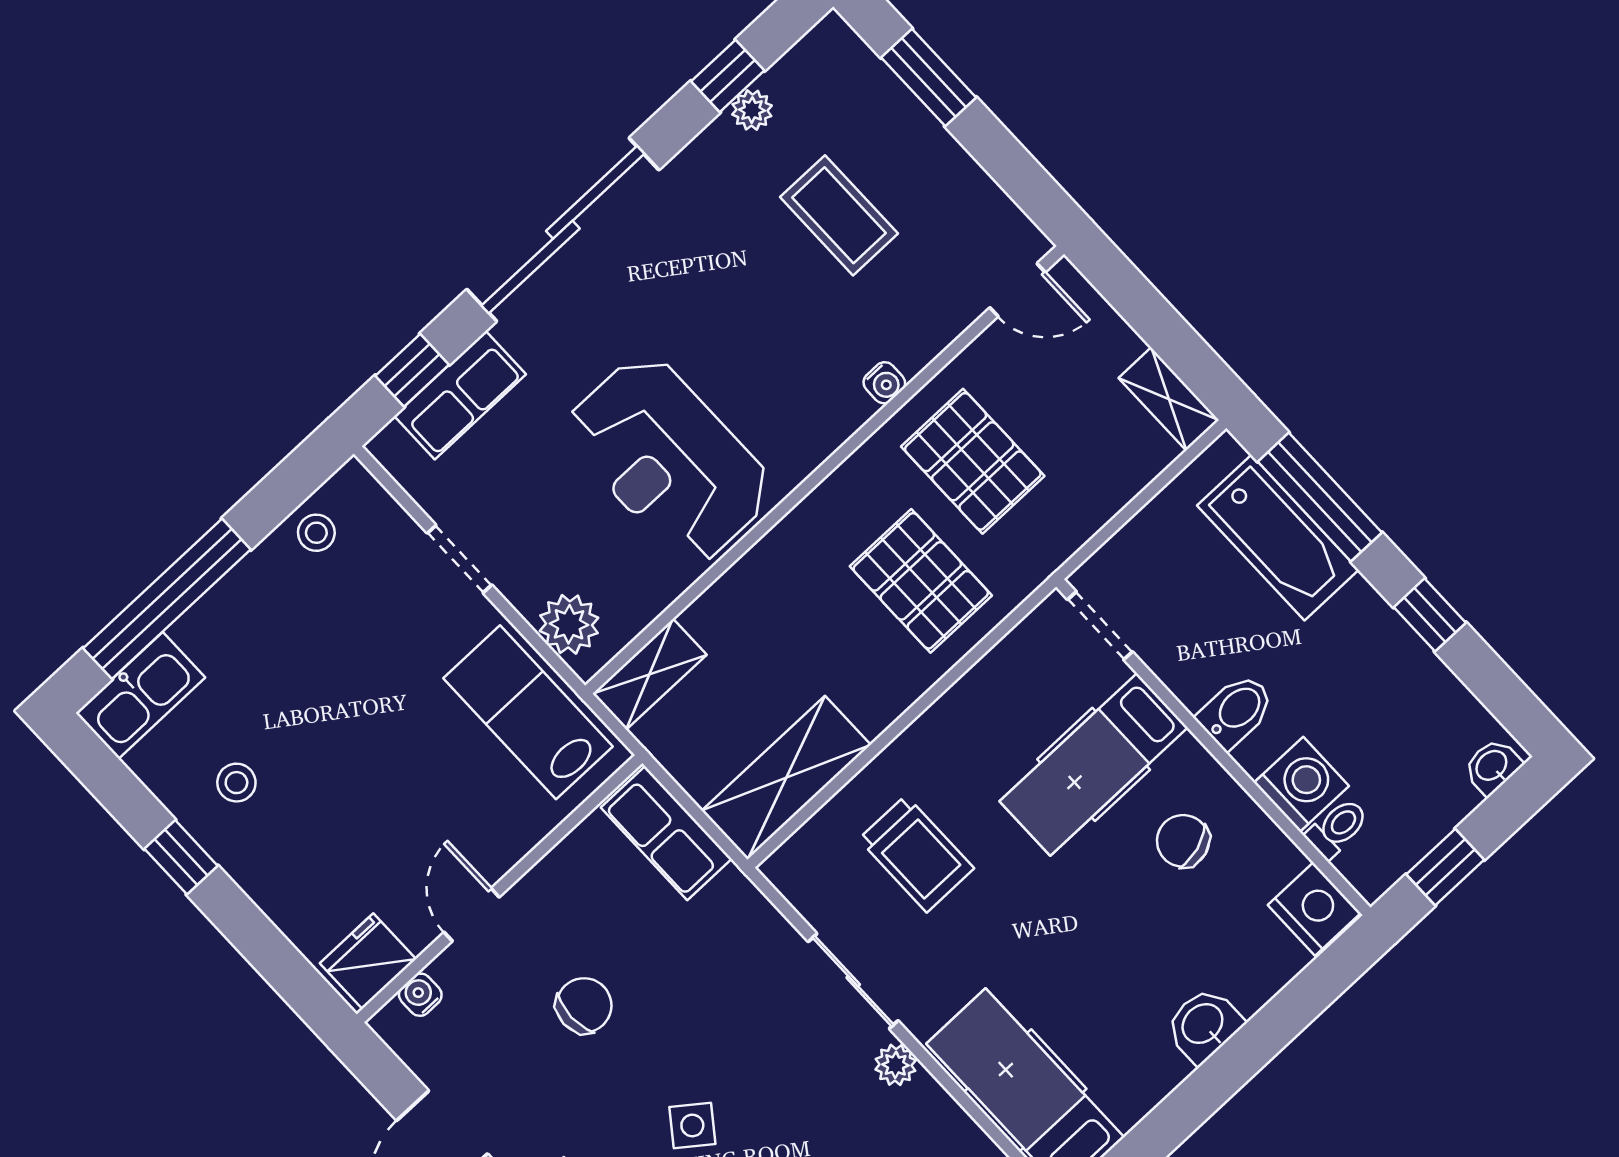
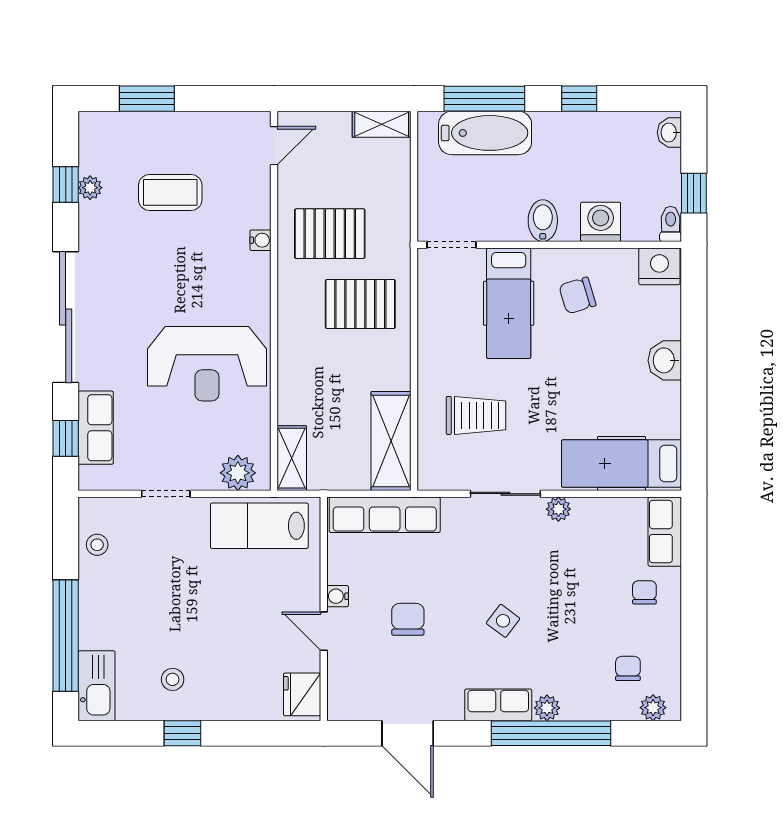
toilet: (1337, 828) -> (671, 224), moved
row of seats: (666, 833) -> (385, 515), width x1.48
water cooler: (420, 995) -> (338, 596), moved

